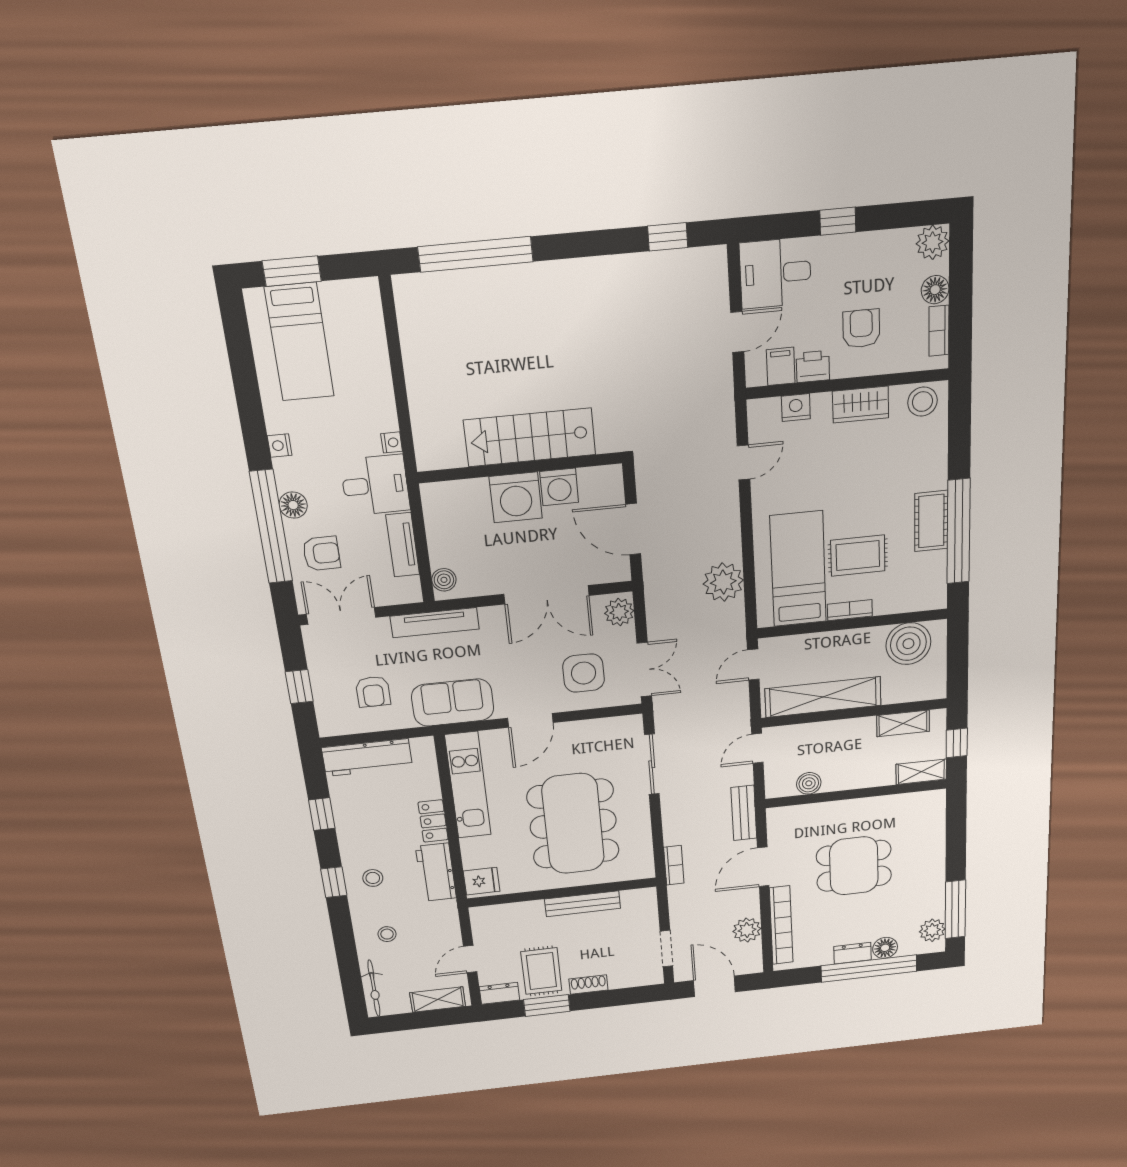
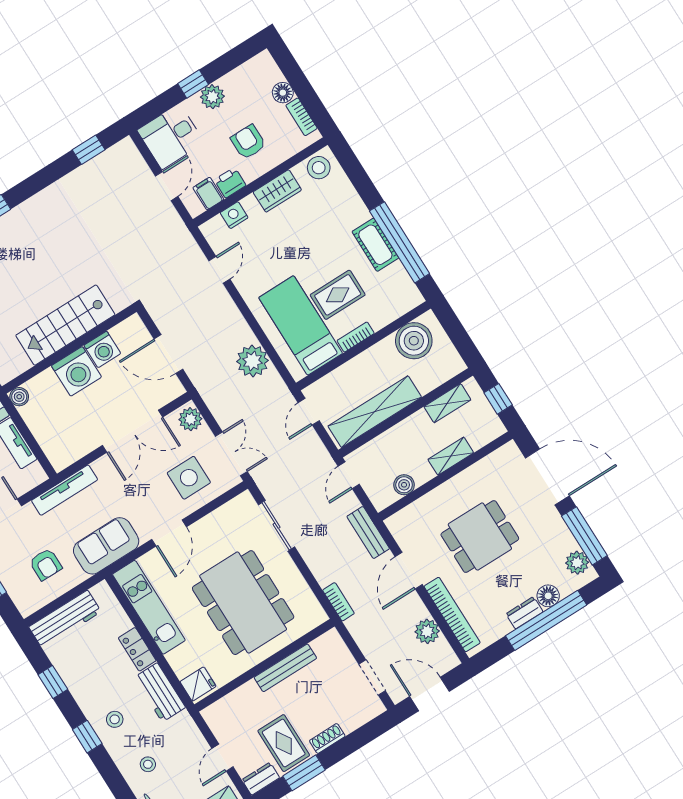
plant: (933, 242) -> (212, 97), moved
boiler: (444, 580) -> (19, 397), moved
shelving: (921, 772) -> (451, 456), moved
door: (956, 840) -> (547, 477), added

